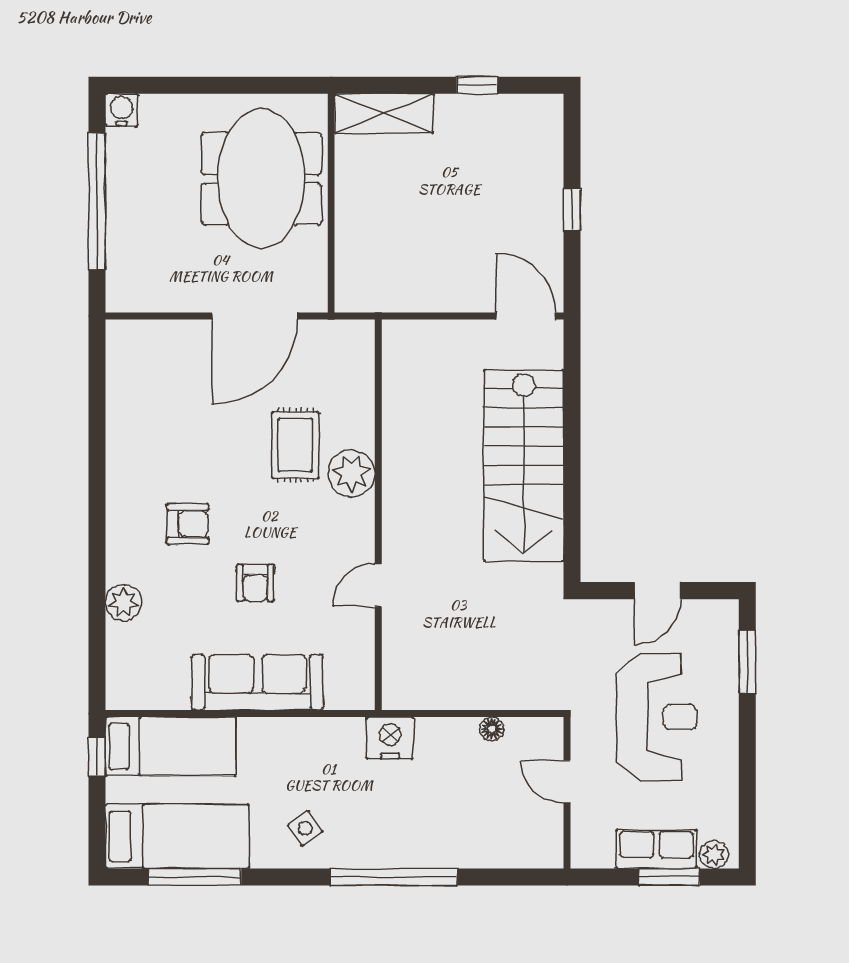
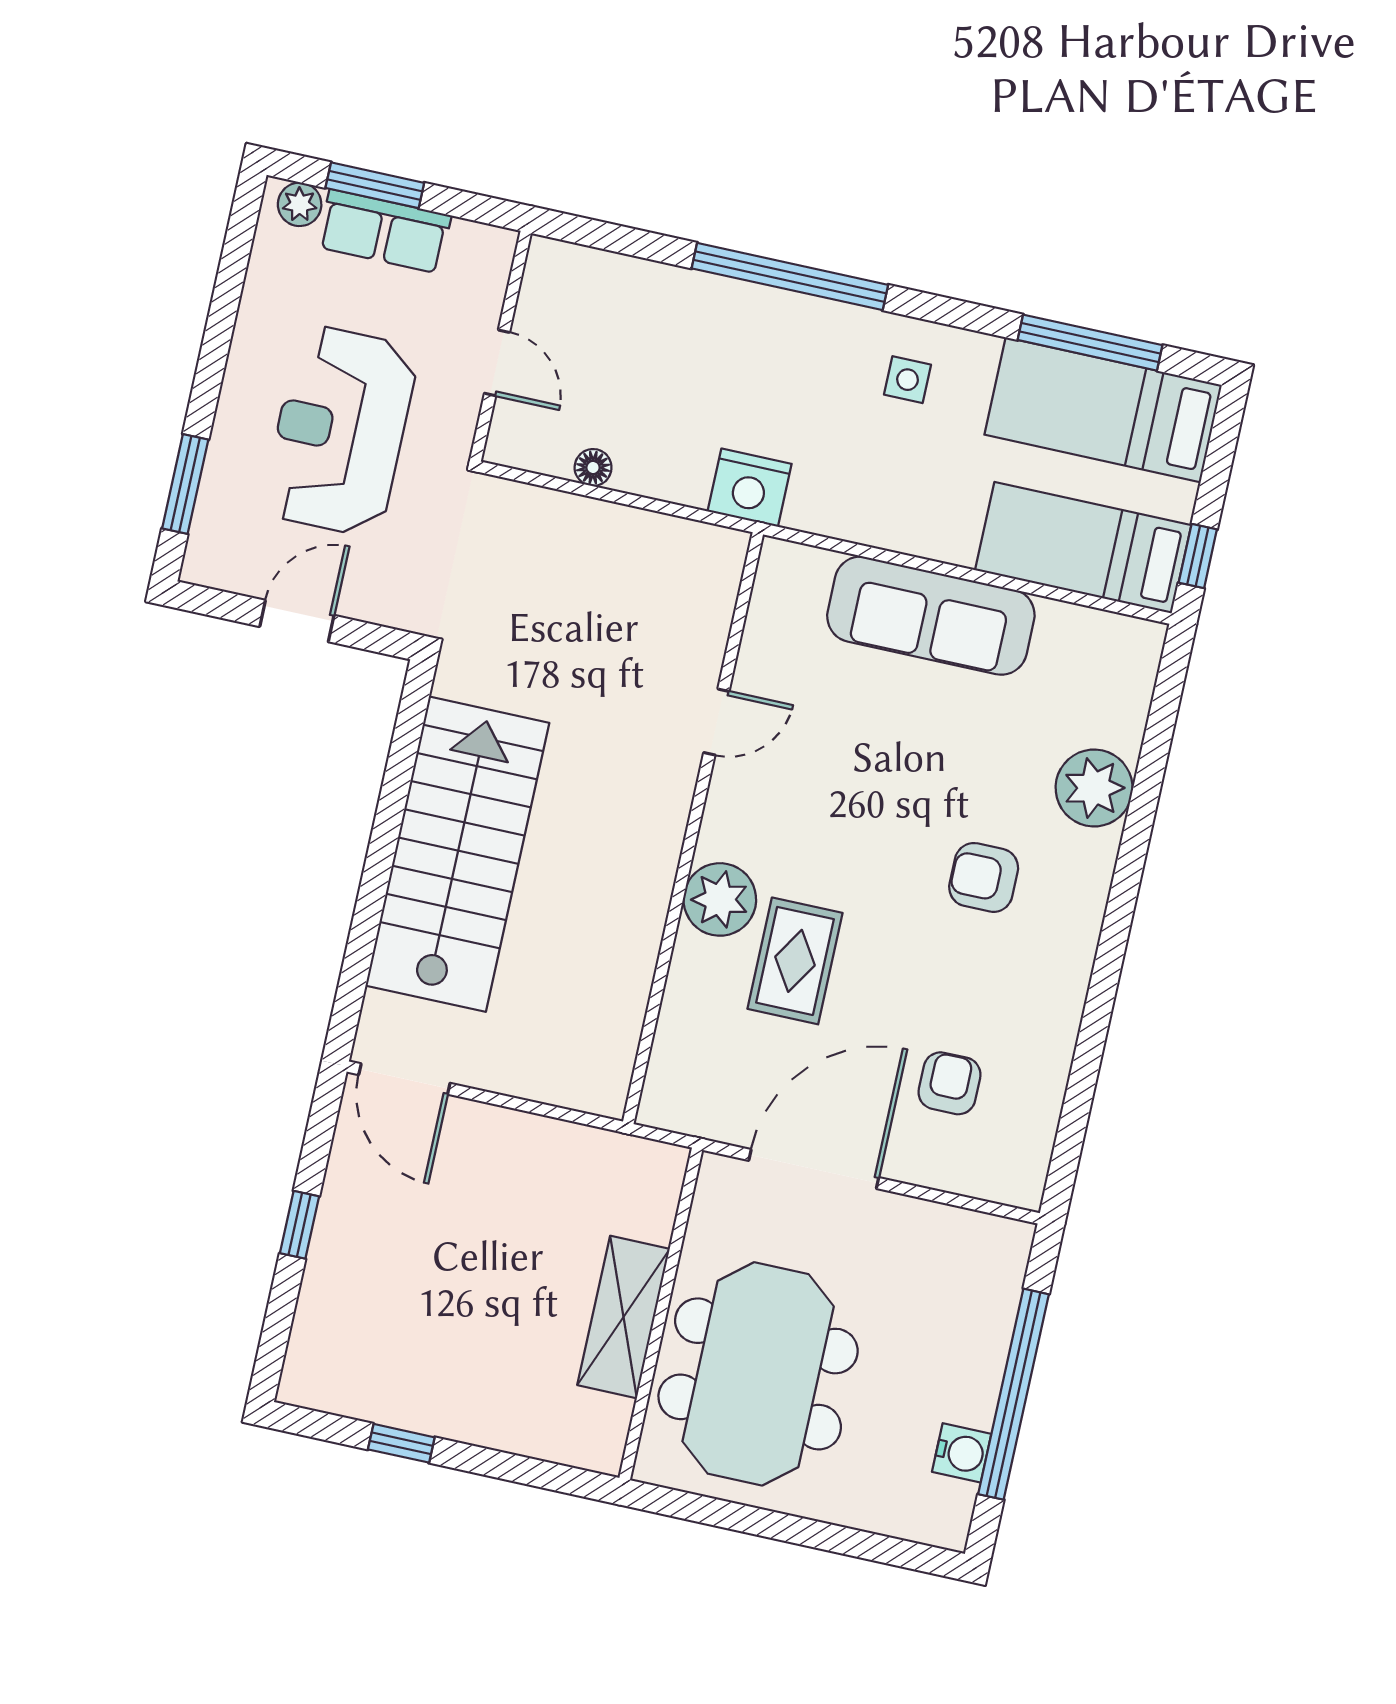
water cooler: (122, 110) -> (962, 1453), moved, turned -90
shelving: (384, 113) -> (623, 1317), moved, turned 90
armchair: (255, 583) -> (949, 1083), moved
plant: (124, 603) -> (1094, 788), width x1.36, depth x1.36
side table: (305, 828) -> (907, 380), turned 35

